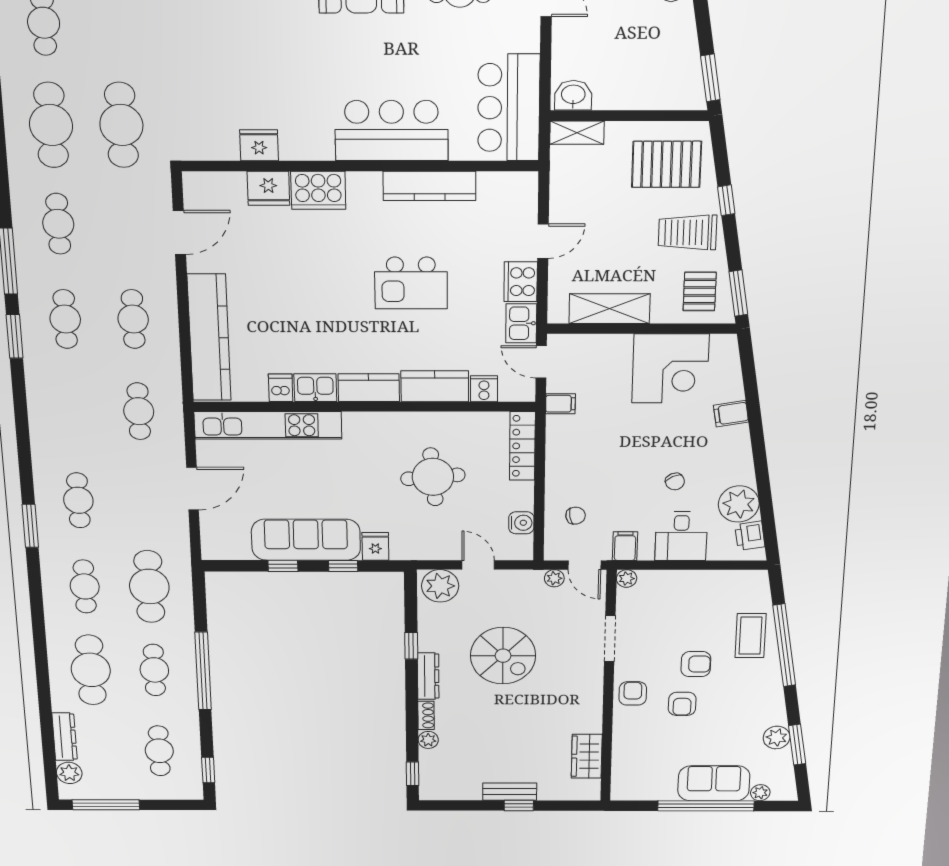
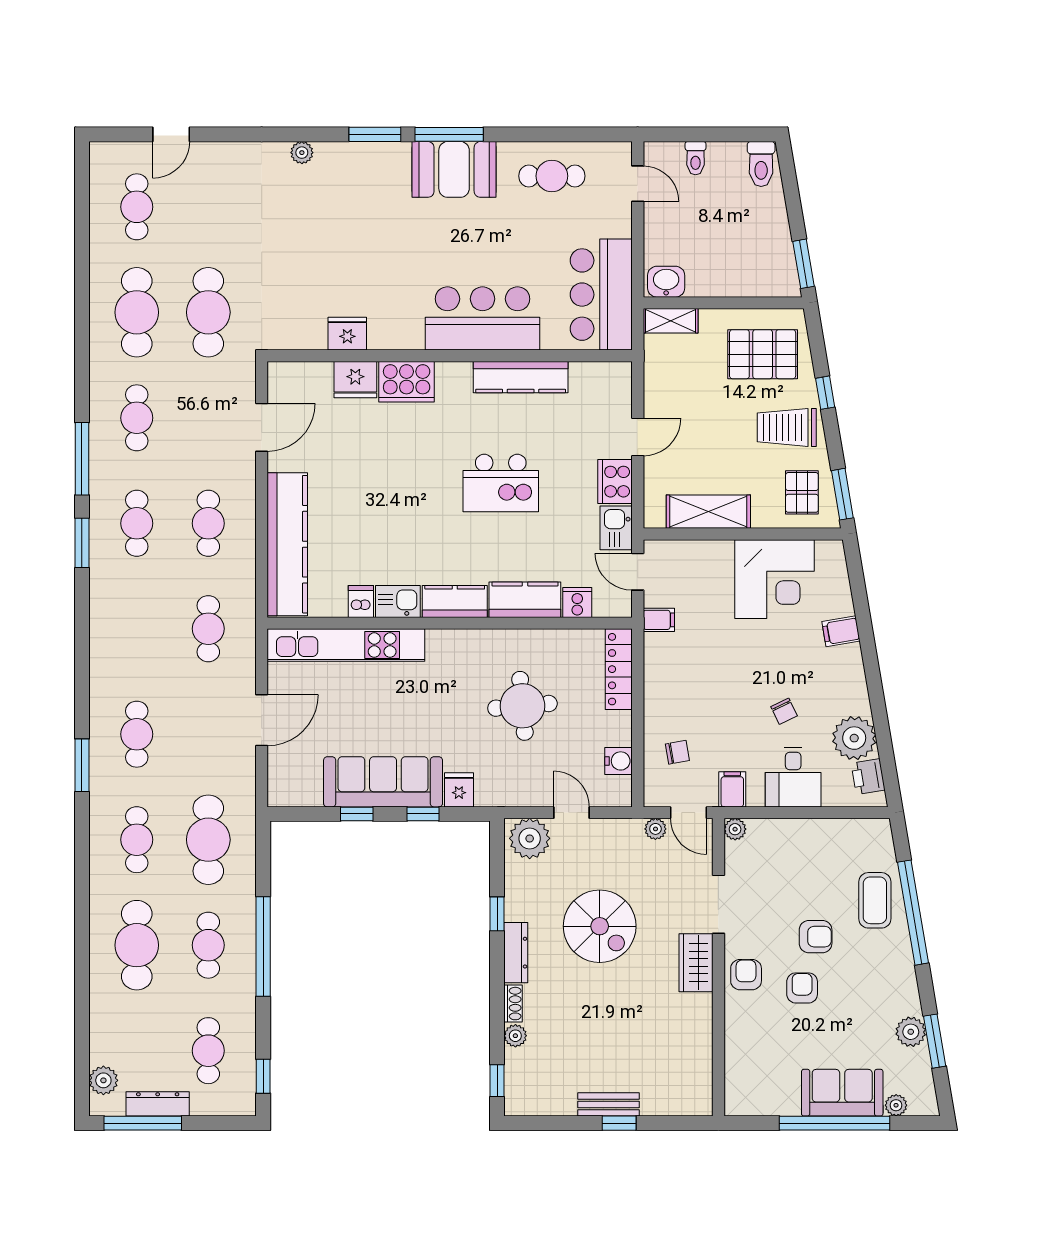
armchair: (682, 704) -> (802, 988), turned 180
dresser: (65, 737) -> (158, 1104), moved, turned -90
wardrobe: (587, 756) -> (696, 963), moved

